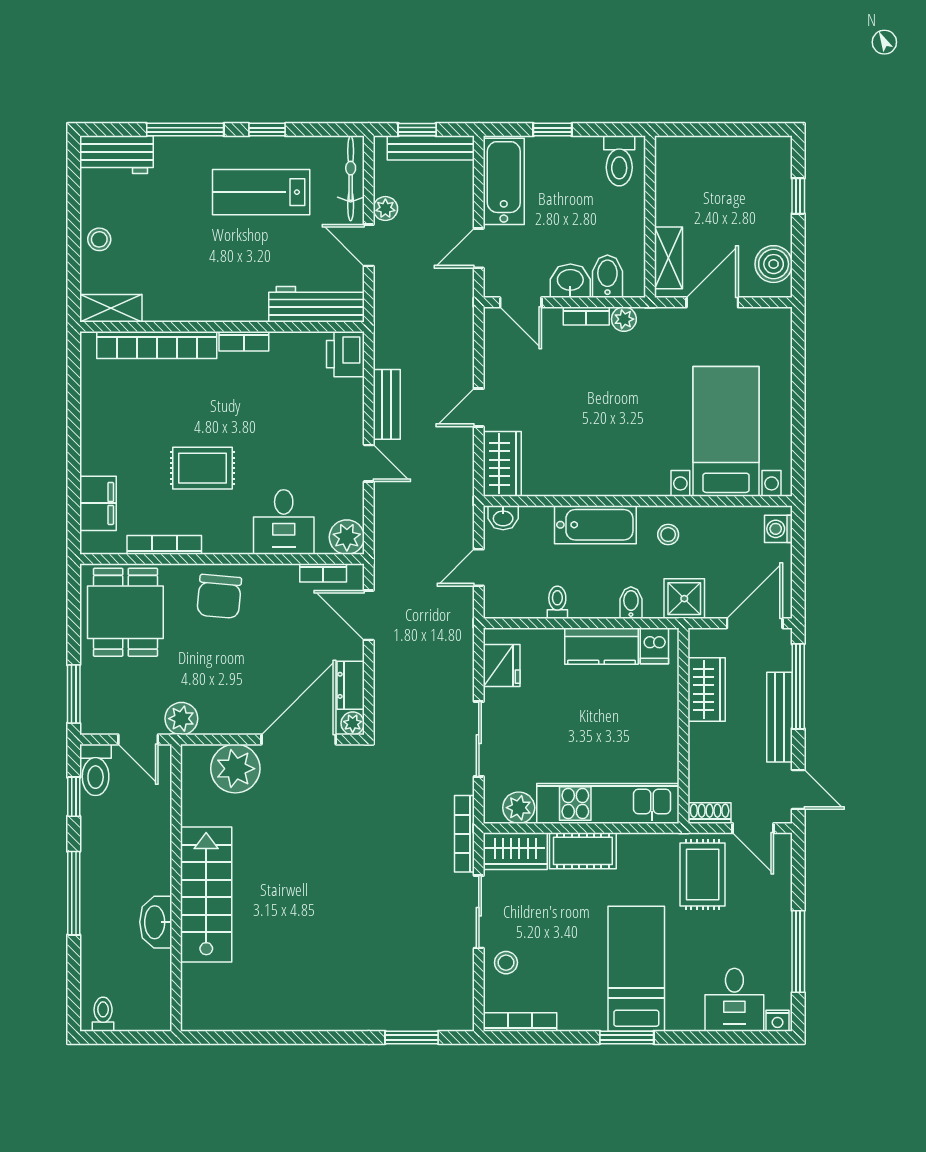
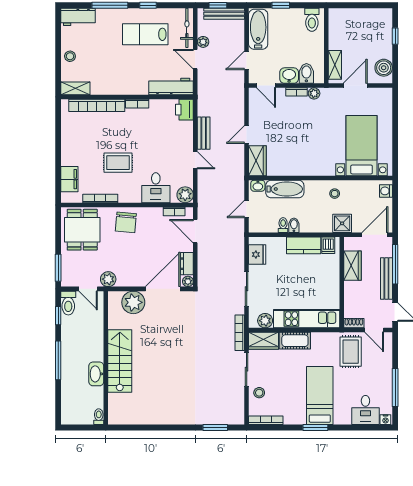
bathtub: (595, 525) -> (285, 189), moved
bidet: (631, 603) -> (294, 225), moved
toilet: (103, 1014) -> (99, 417), moved

